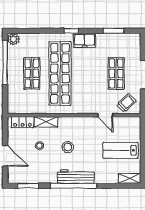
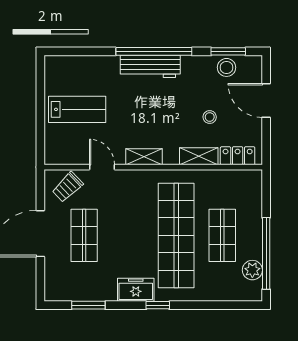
plant: (13, 39) -> (252, 270), moved
stool: (68, 147) -> (226, 67), moved
shelving: (130, 178) -> (144, 157), moved

